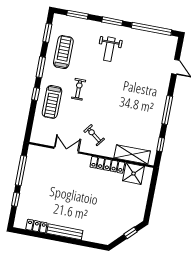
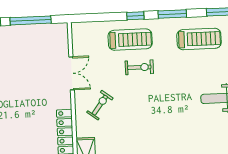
exercise bike: (79, 89) -> (139, 67), moved
treadmill: (52, 102) -> (130, 40), turned 180

